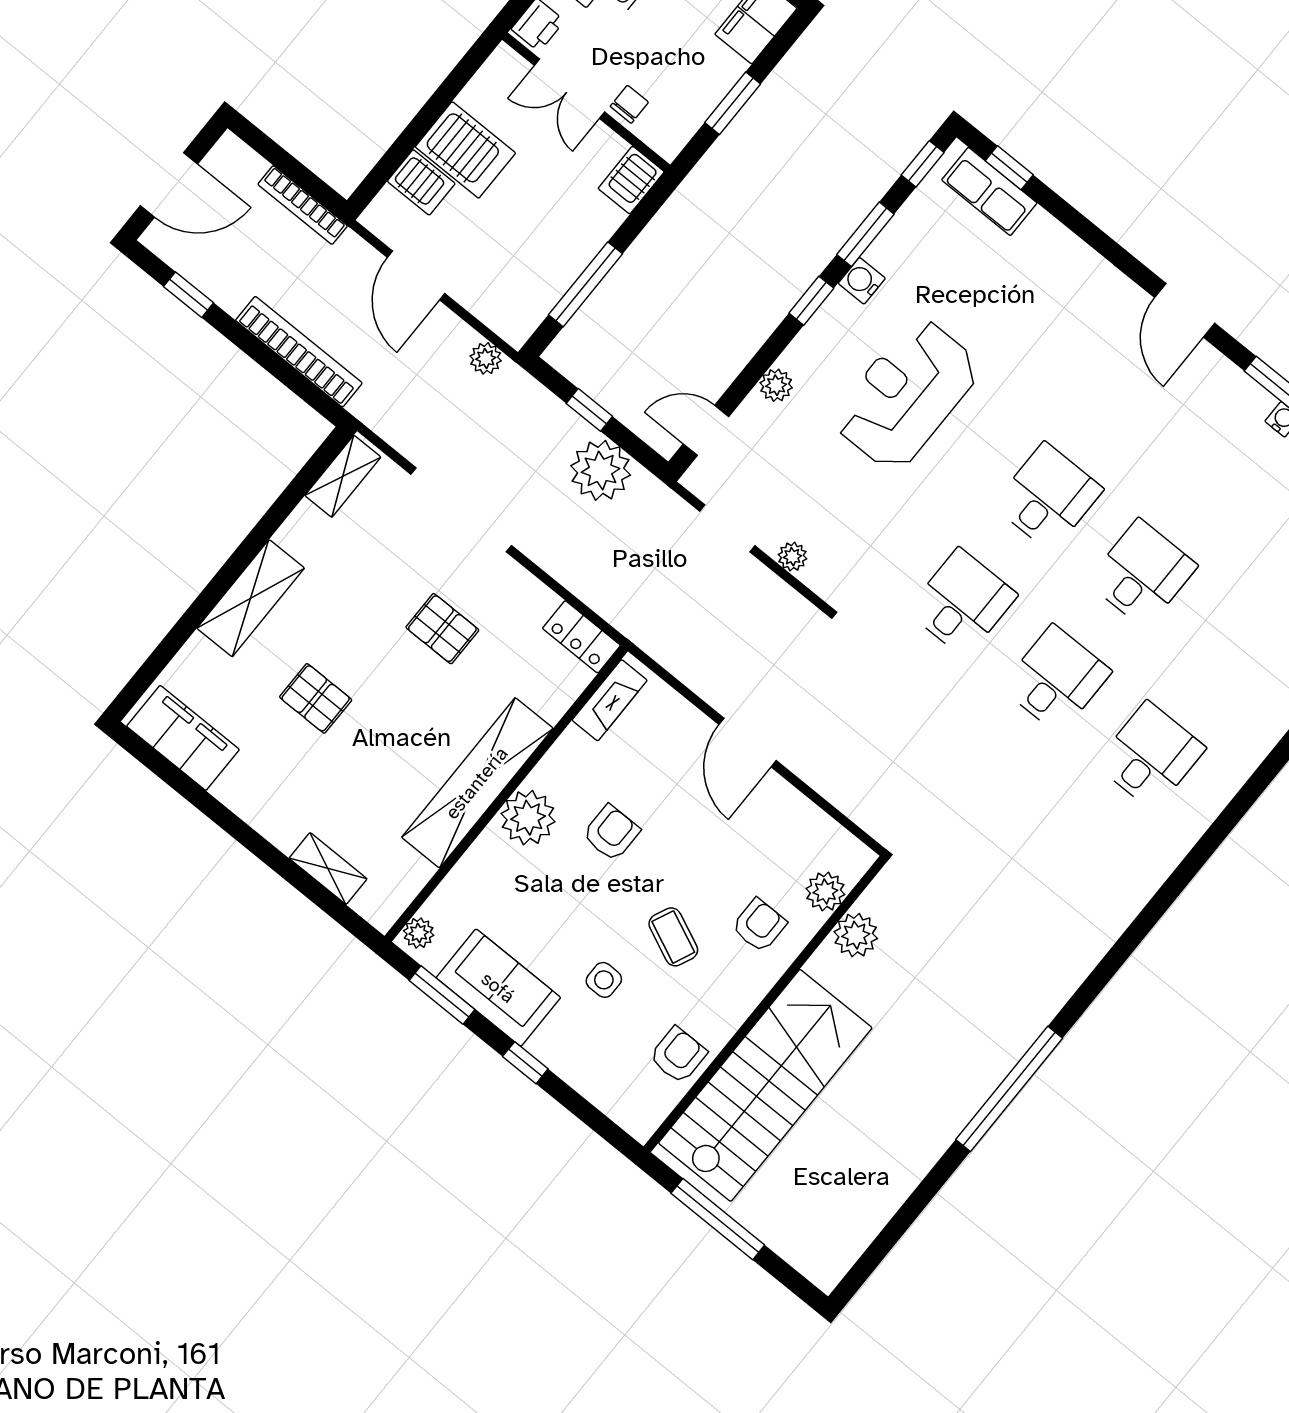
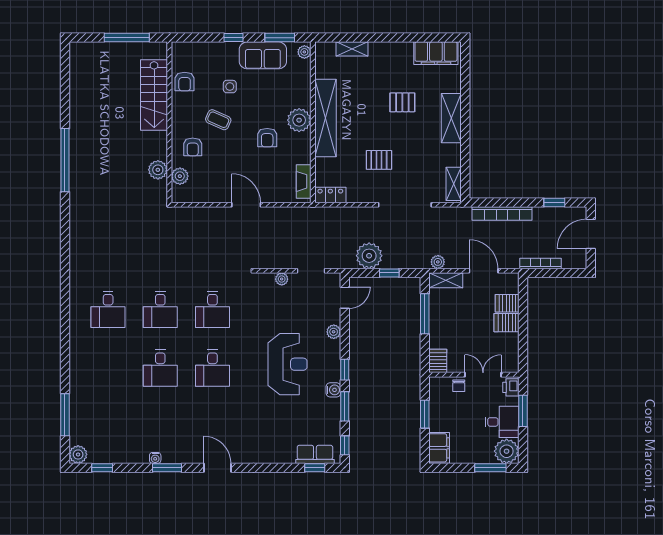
server rack: (465, 150) -> (507, 323), width x0.73, depth x0.70
shelving: (499, 314) -> (446, 280), added
stairs: (765, 1085) -> (154, 95), width x0.73, depth x0.66

